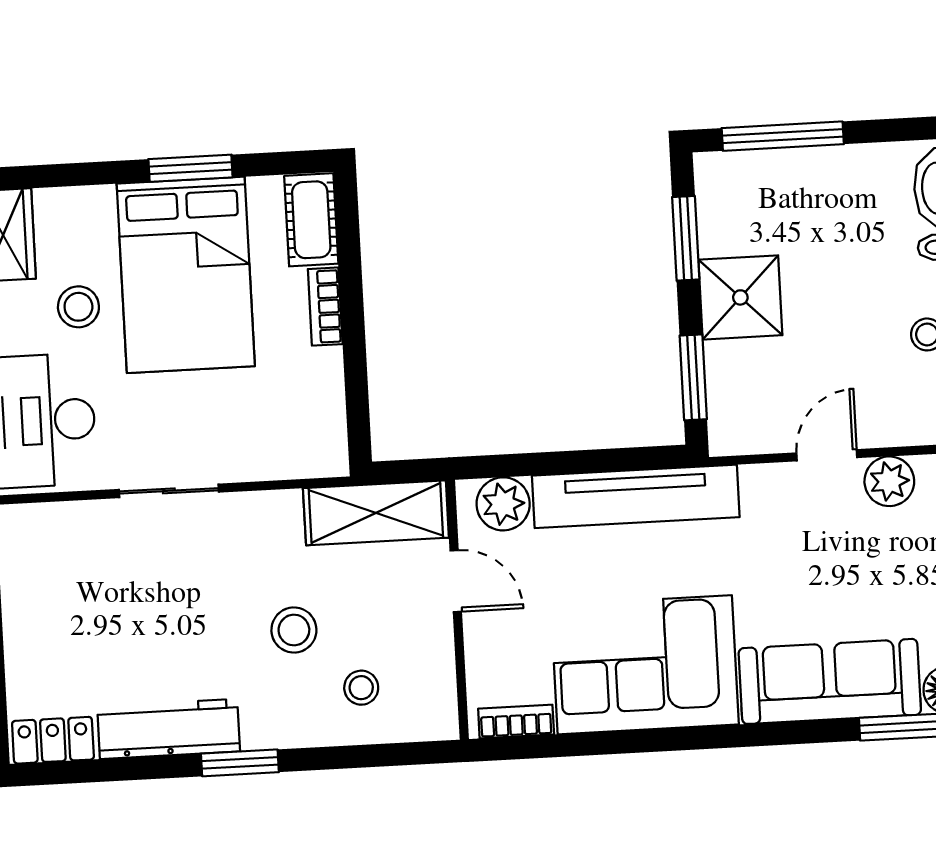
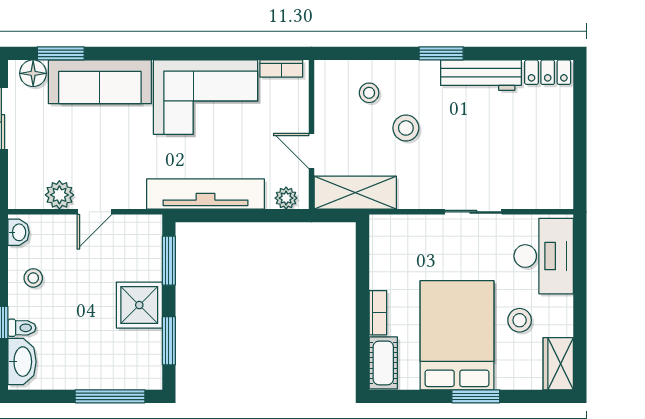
window: (190, 168) -> (476, 396), moved
plant: (503, 504) -> (286, 198), width x0.73, depth x0.73

